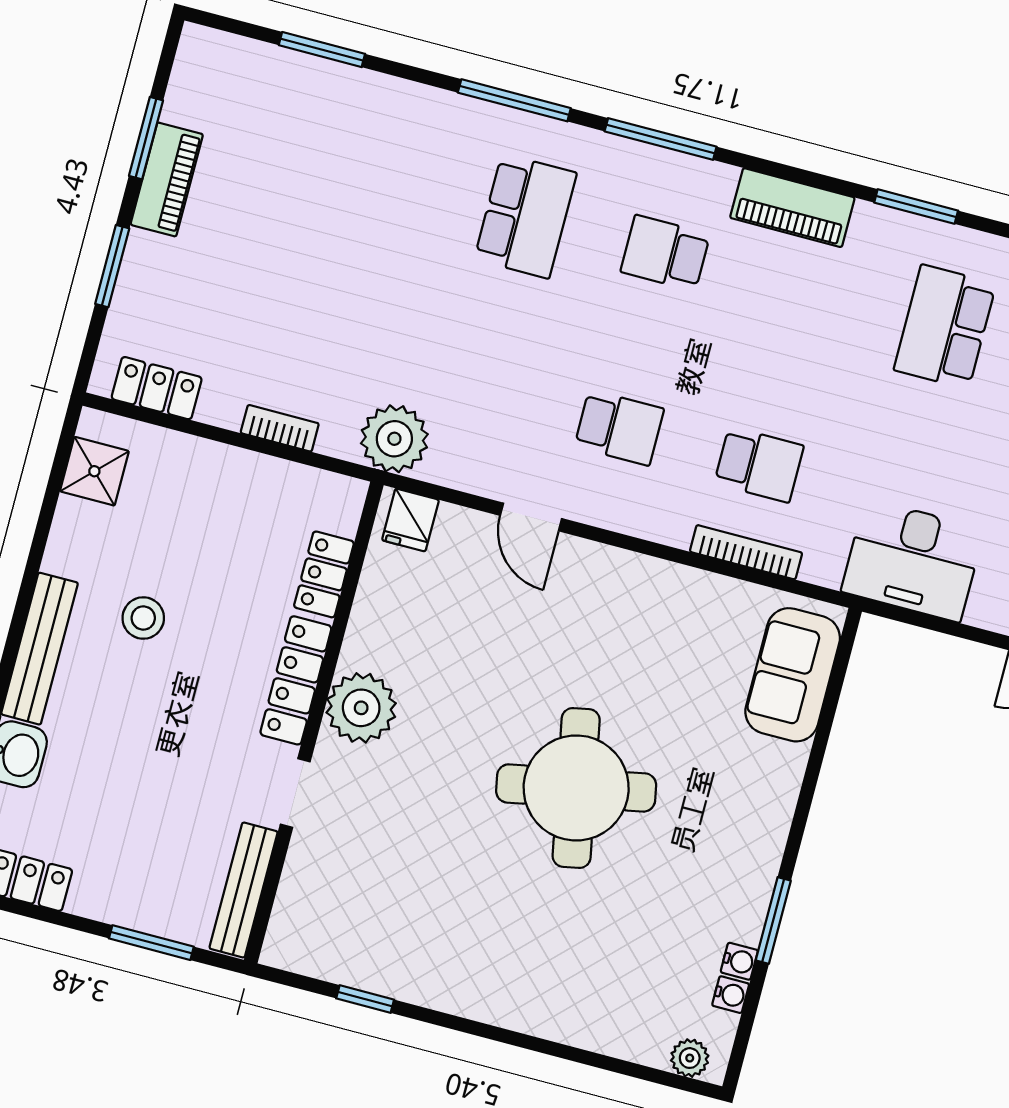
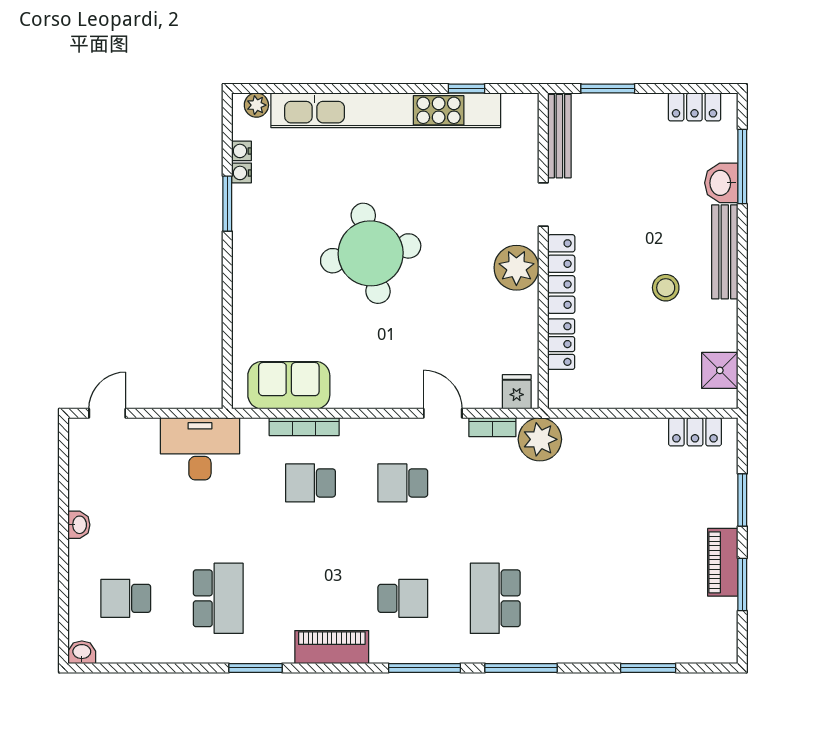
bookcase: (280, 428) -> (492, 427), moved
sofa: (793, 675) -> (289, 385), moved, turned -90
kitchen unit: (496, 998) -> (386, 110), added

